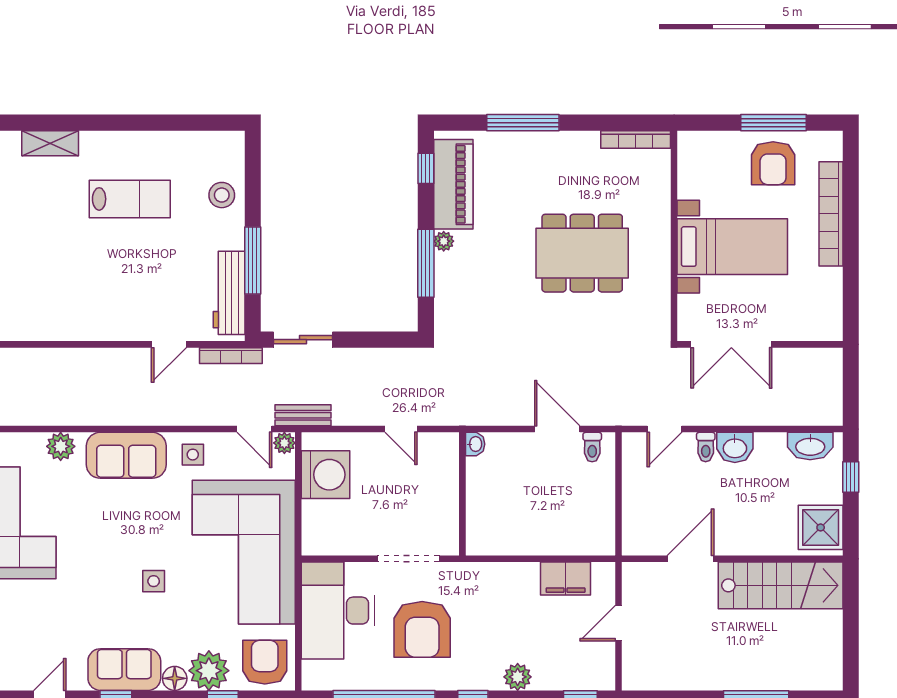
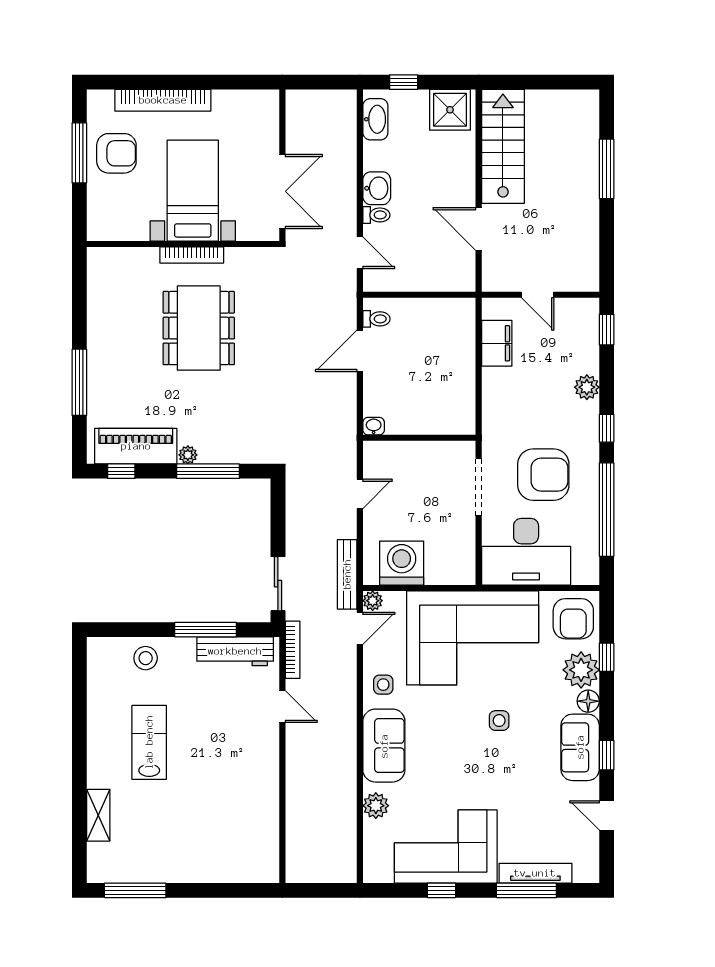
bookcase: (636, 139) -> (192, 255), moved, turned 90
bench: (303, 415) -> (347, 574), width x1.36
armchair: (265, 662) -> (573, 619), turned -90

